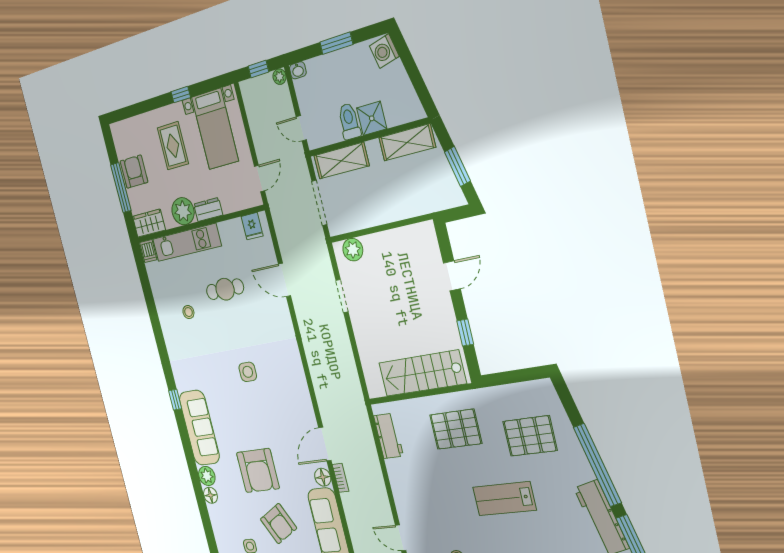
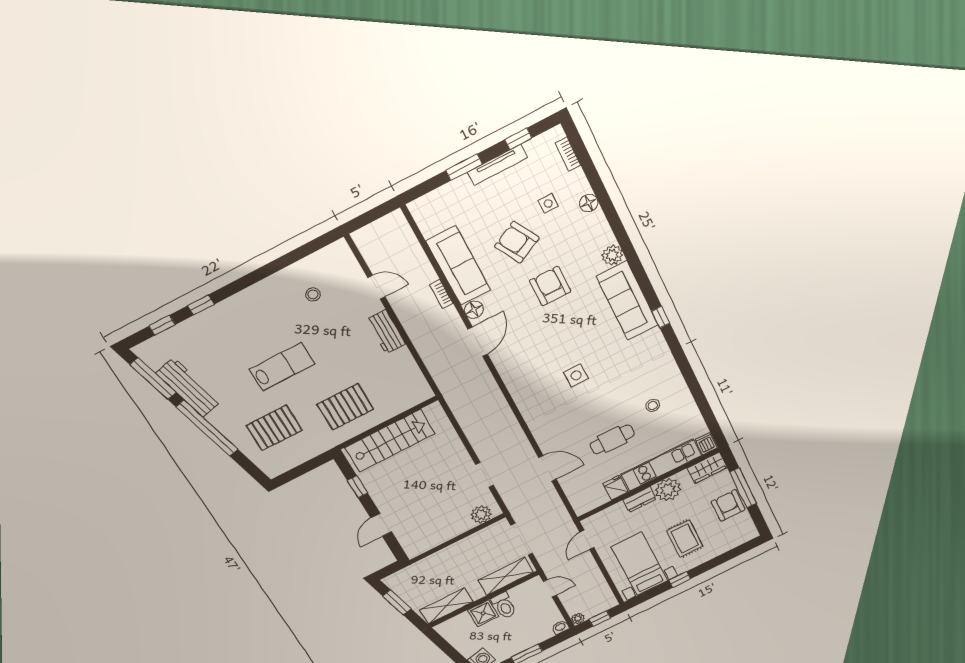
armchair: (134, 172) -> (728, 505), turned 180
fridge: (252, 226) -> (615, 488), moved
workbench: (388, 436) -> (386, 332), moved
armchair: (258, 471) -> (550, 286), width x0.73, depth x0.73
bookcase: (341, 478) -> (441, 294), moved
floor lamp: (210, 495) -> (589, 203), moved

